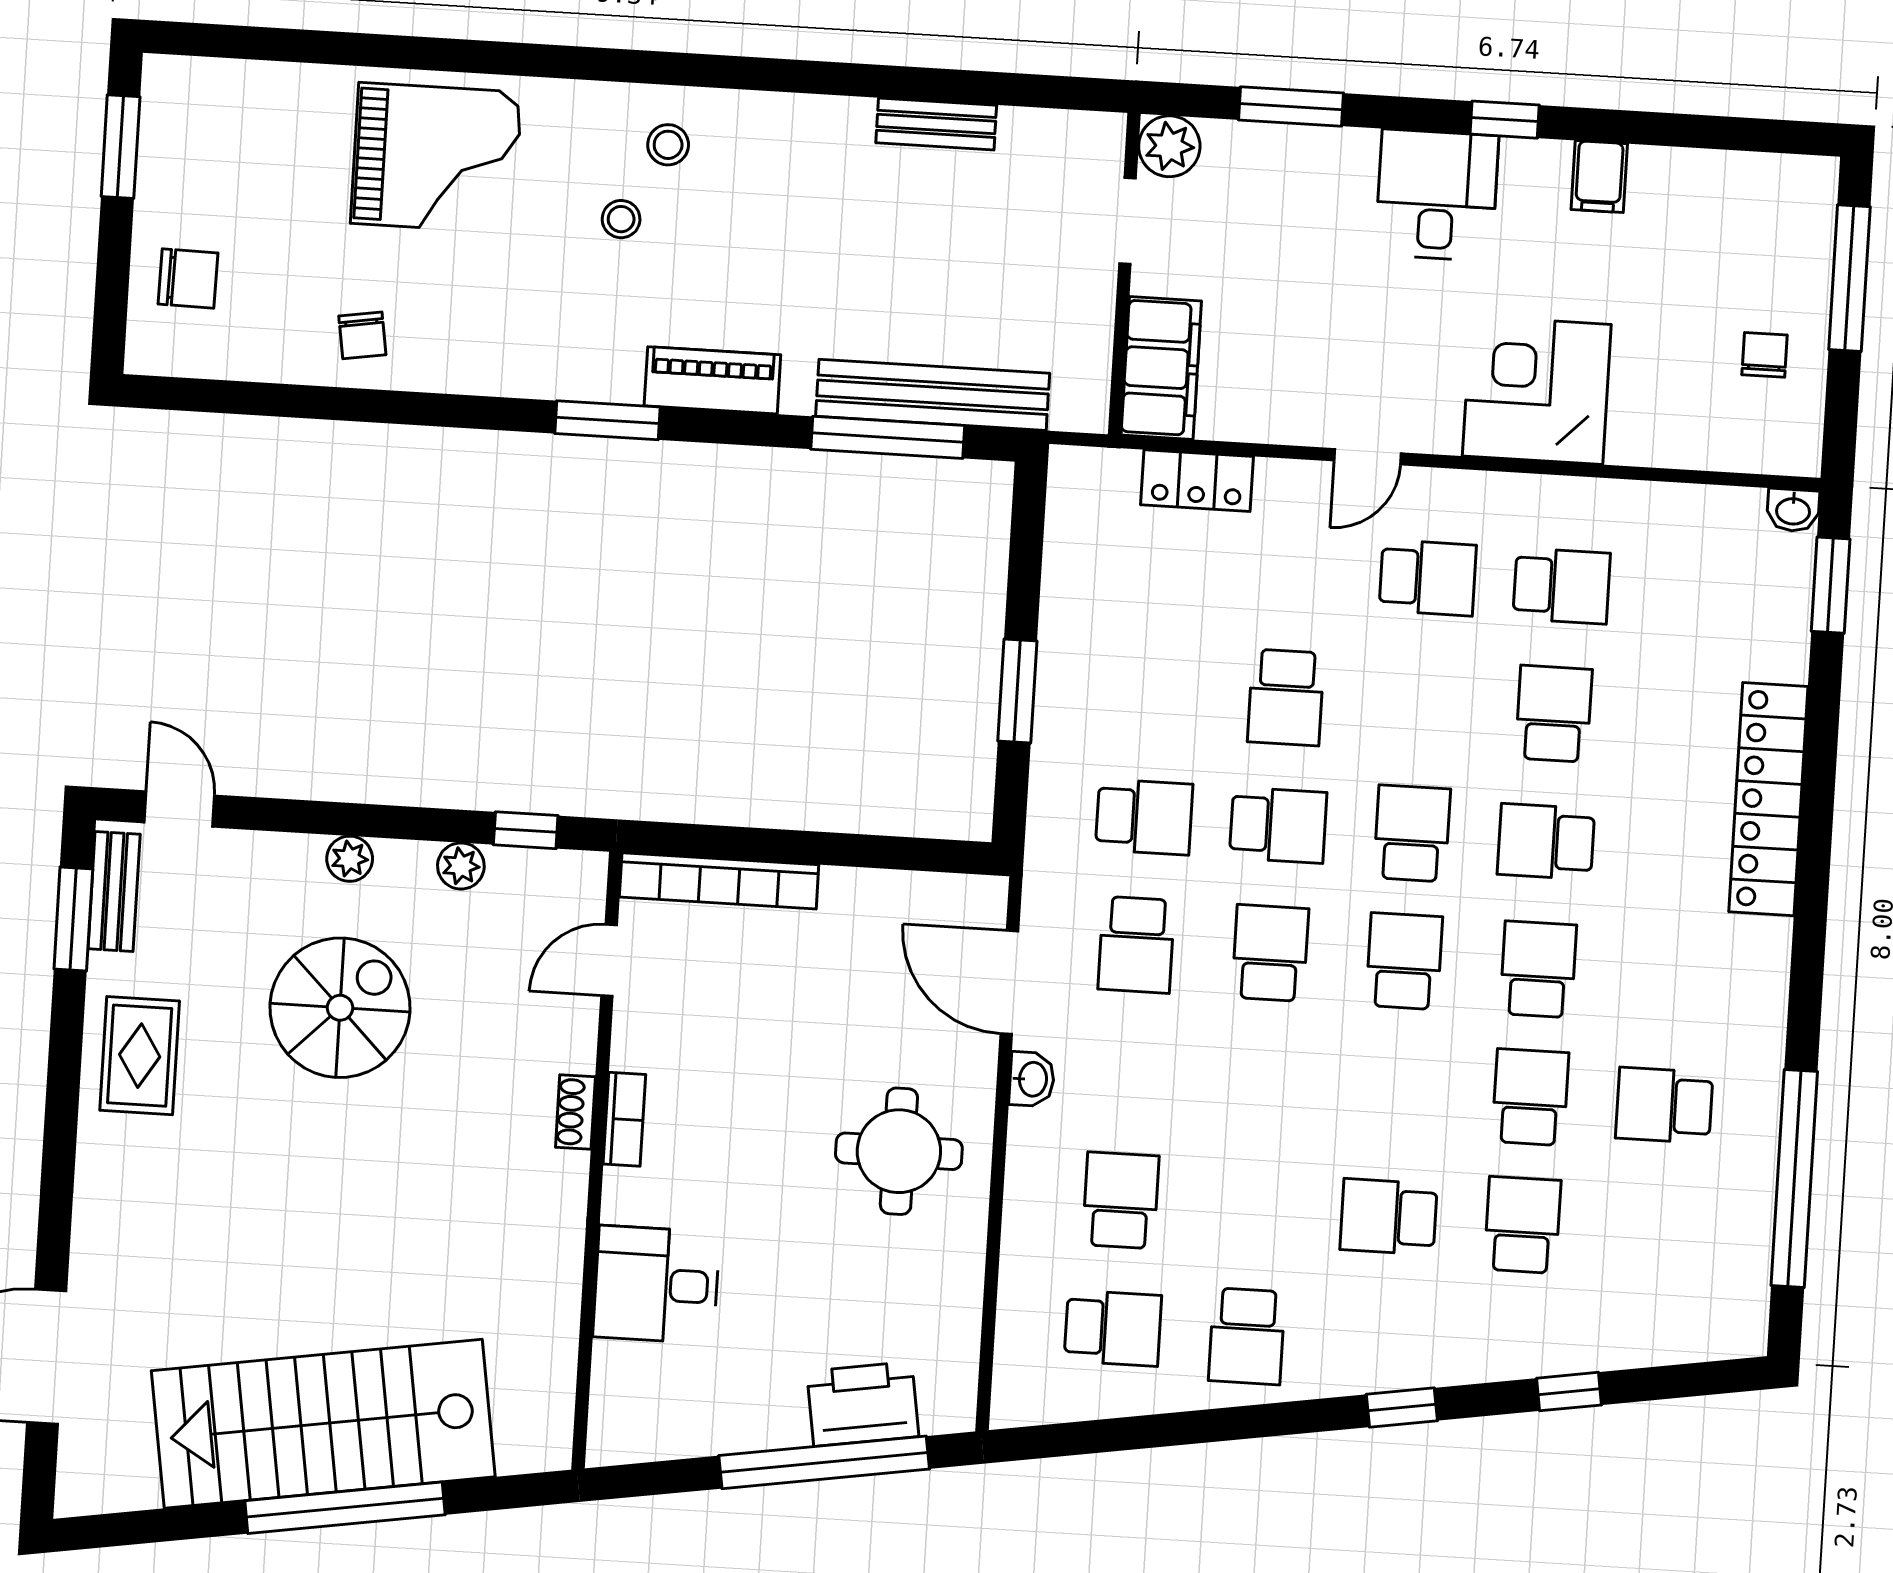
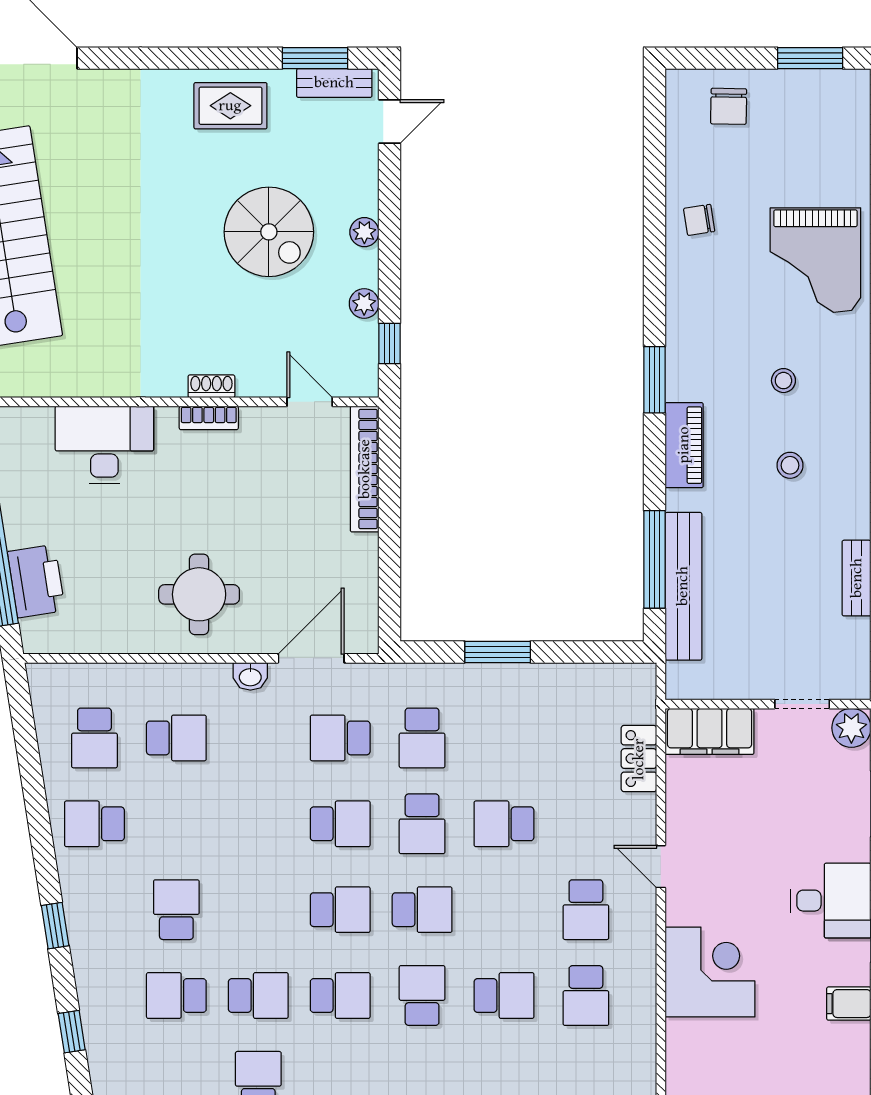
stool: (668, 145) -> (790, 465), moved
school desk: (1523, 1225) -> (176, 996), turned 180
desk: (656, 1285) -> (104, 445), width x1.37

